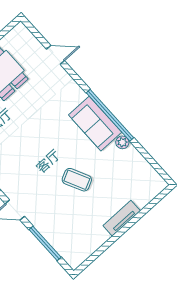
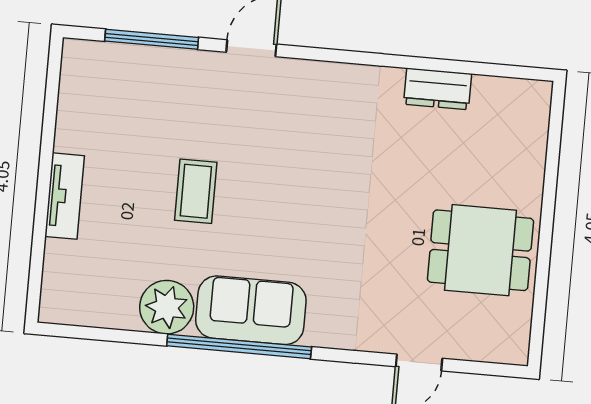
plant: (122, 142) -> (167, 307), width x1.88, depth x1.88
coffee table: (77, 180) -> (196, 191), turned -64

